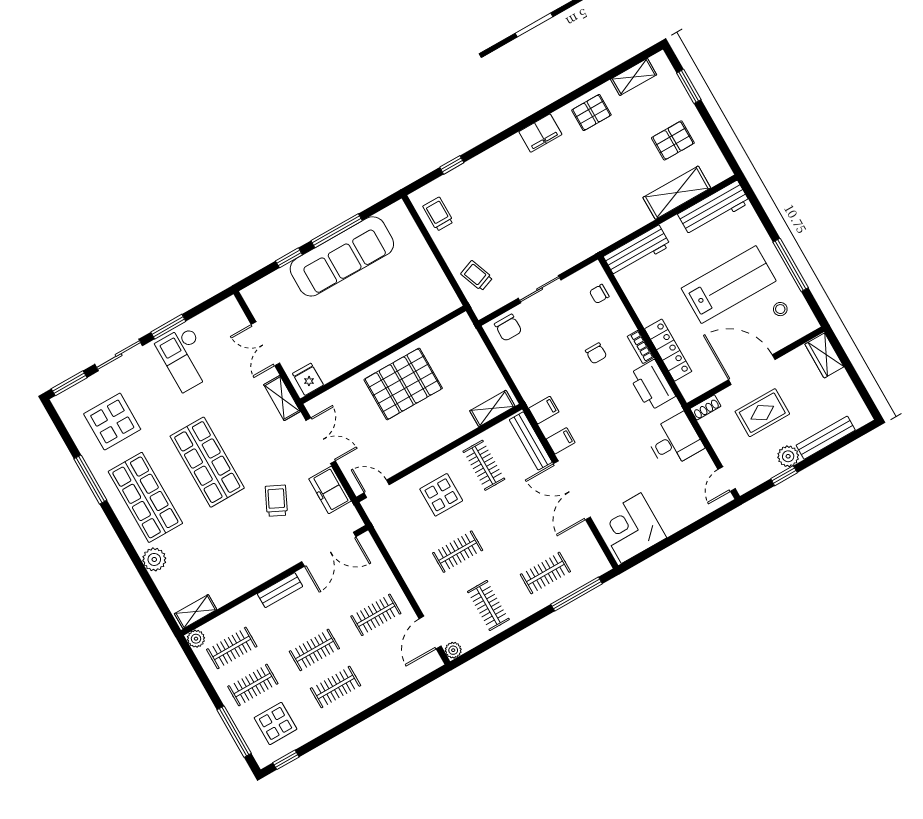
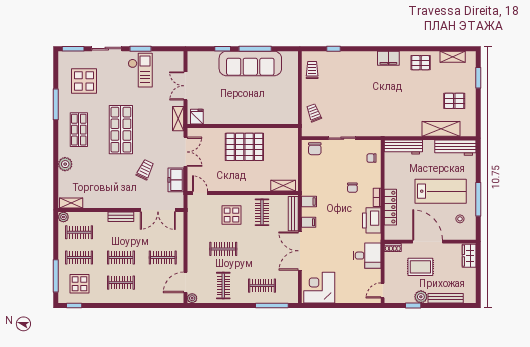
checkout: (186, 359) -> (140, 70), turned 180
shop shelf: (145, 497) -> (79, 130), width x0.70, depth x0.74

